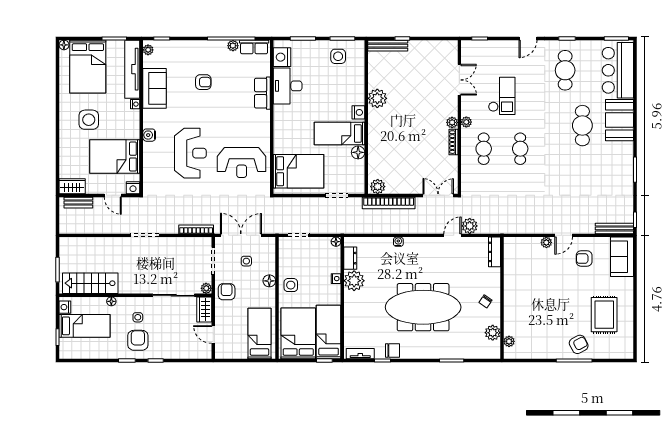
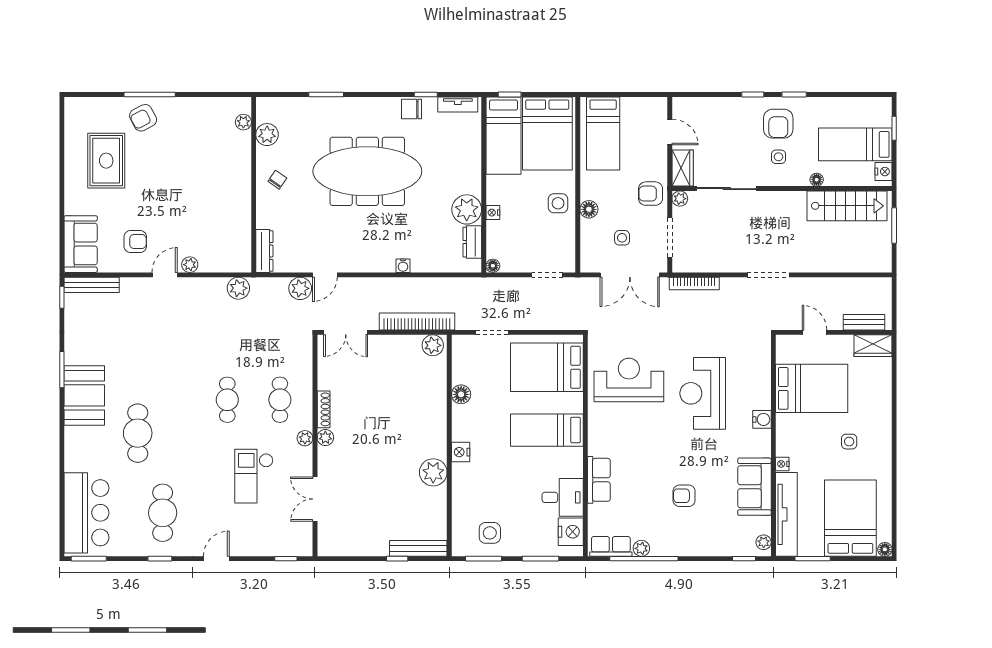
desk: (288, 86) -> (563, 497), width x0.73
side table: (89, 120) -> (849, 442), width x0.54, depth x0.54
booth: (620, 120) -> (84, 395), moved
bed: (340, 133) -> (547, 430), moved, turned 180
nightstand: (133, 188) -> (785, 344), removed
plant: (513, 226) -> (238, 288), added
armchair: (227, 292) -> (651, 194), turned 90

